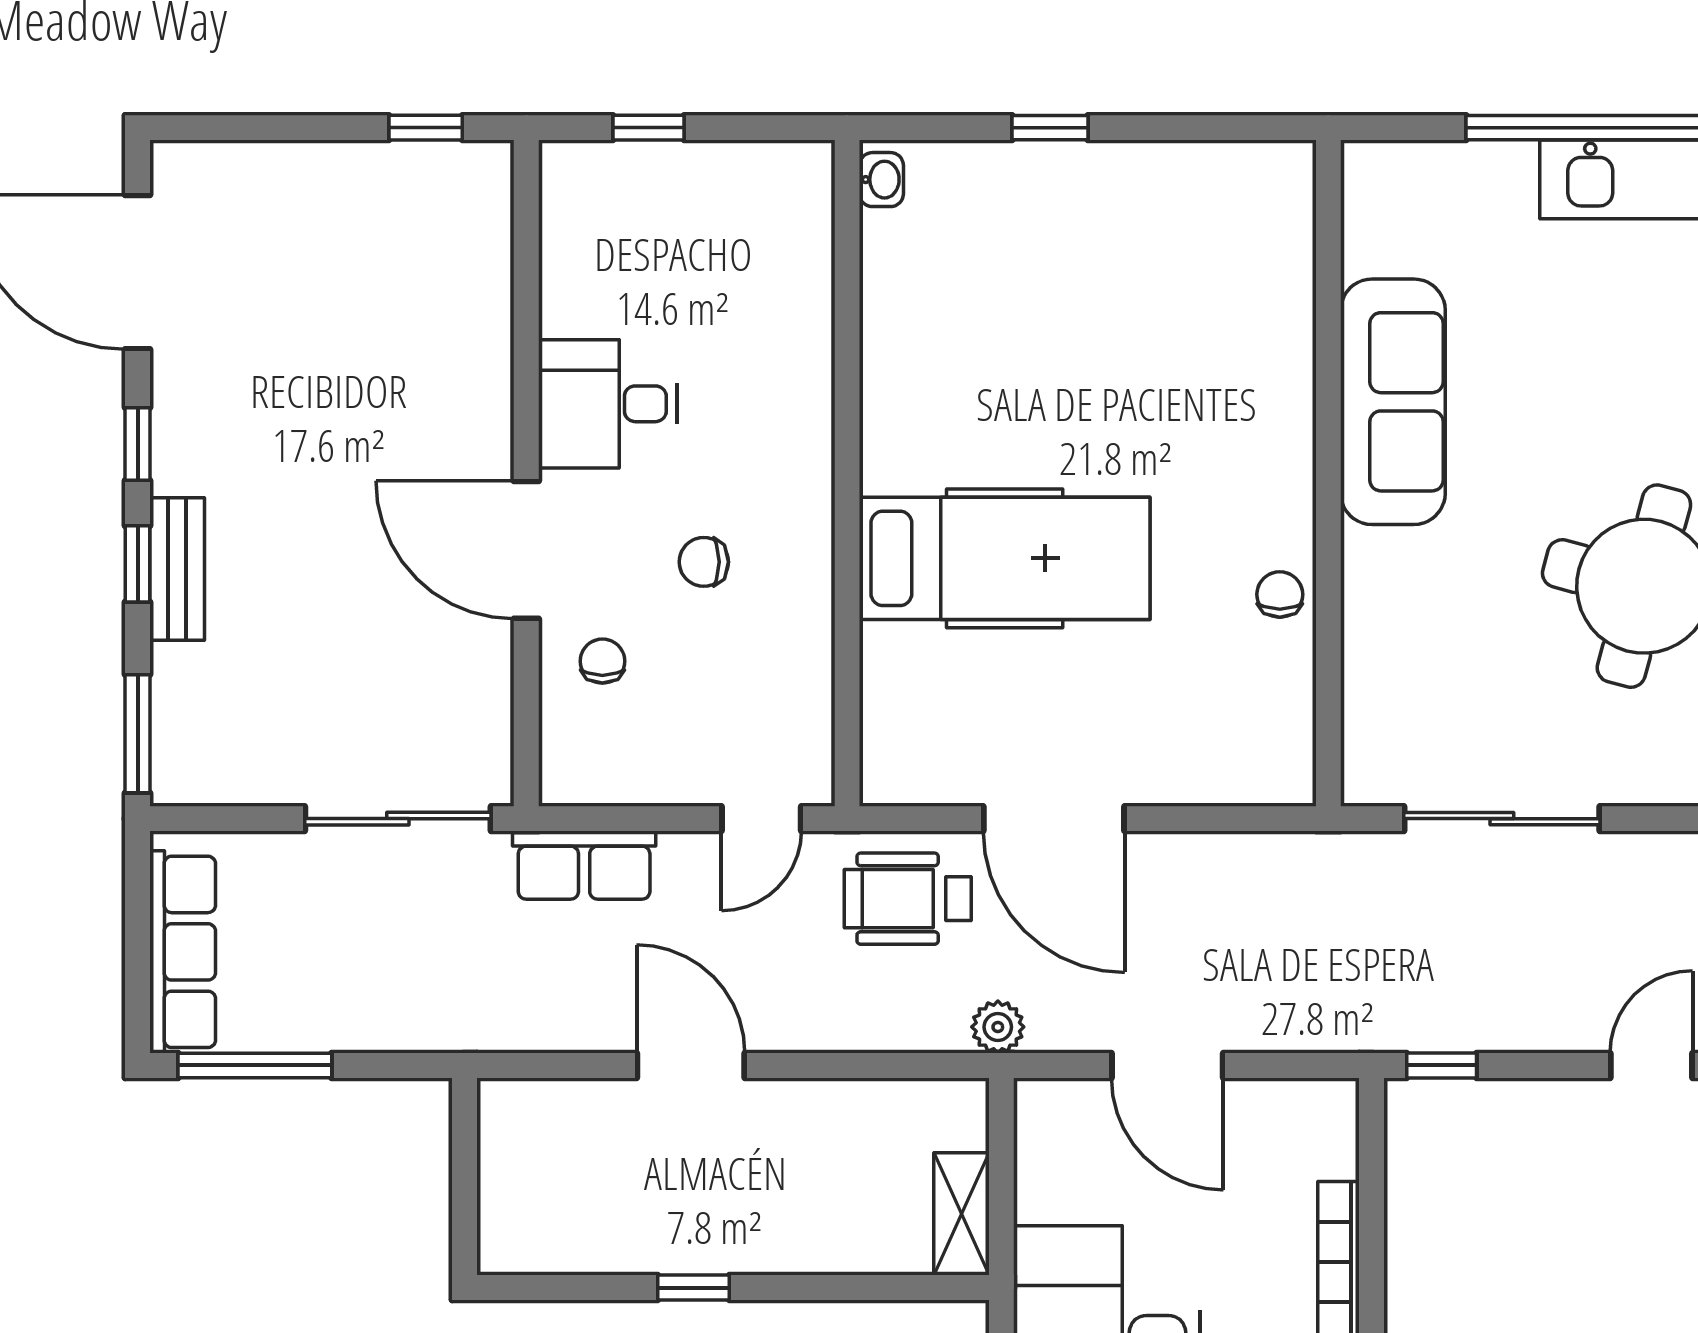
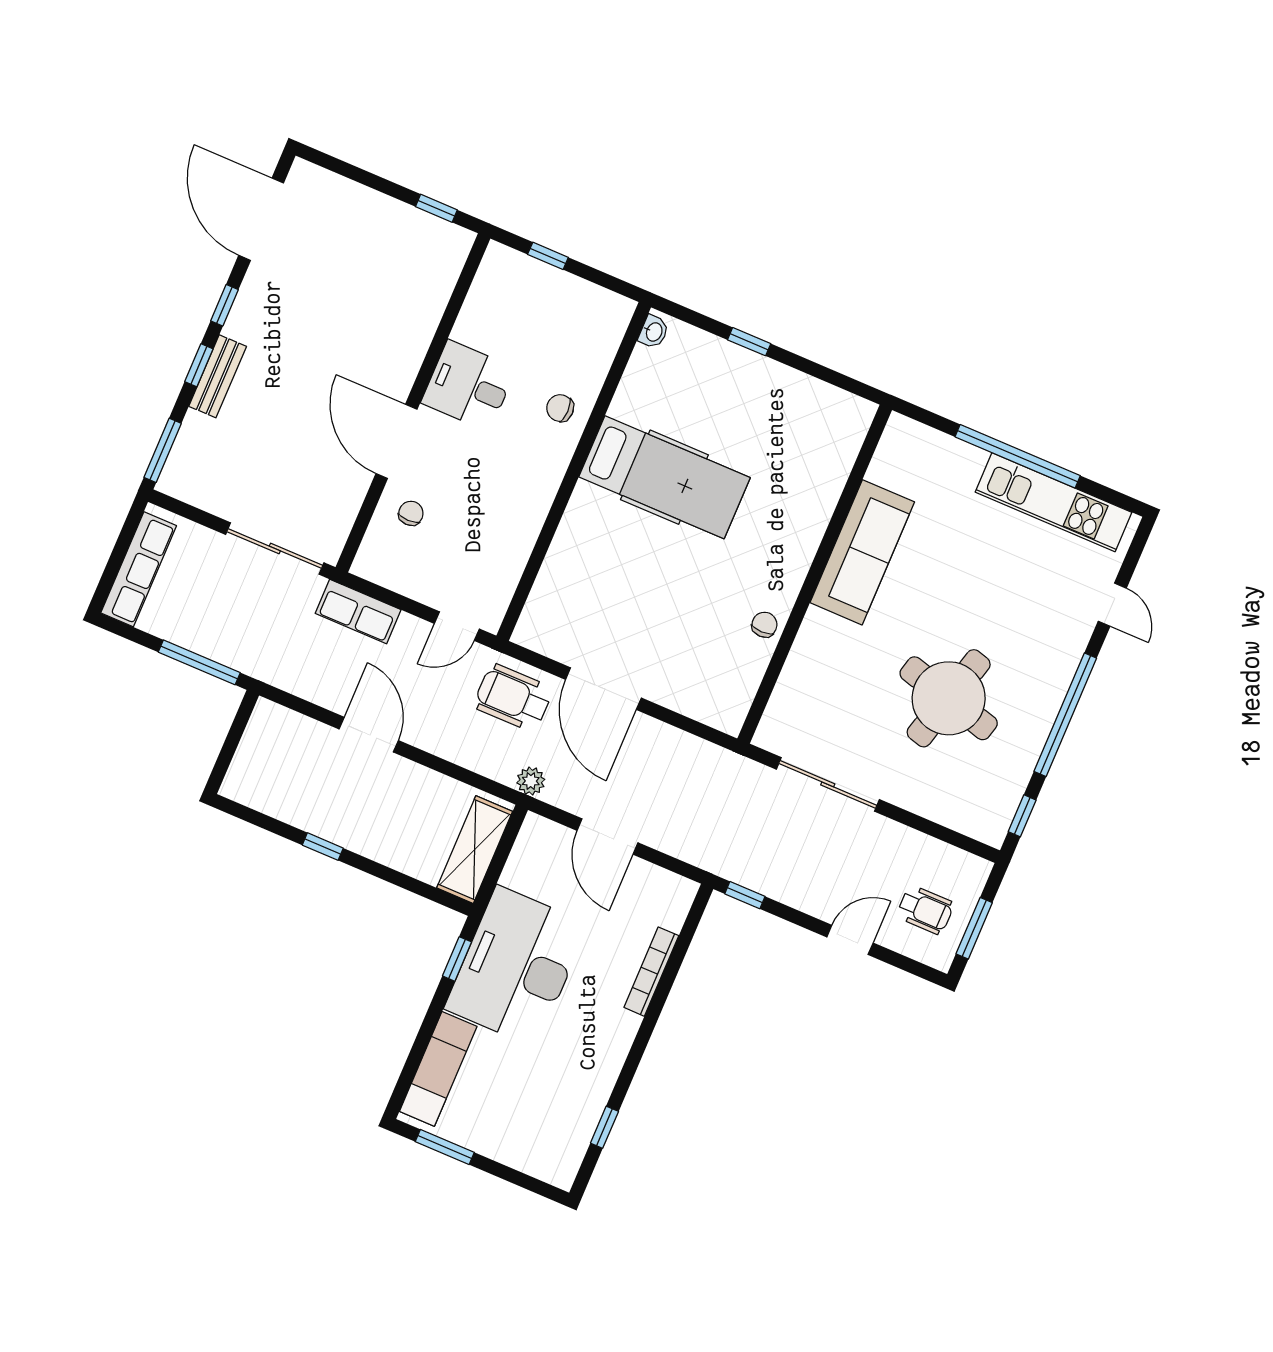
hospital bed: (1005, 558) -> (664, 477), moved
chair: (704, 562) -> (560, 408), moved
window: (255, 1065) -> (199, 662), moved
shelving: (961, 1214) -> (475, 850), width x1.50, depth x1.33

